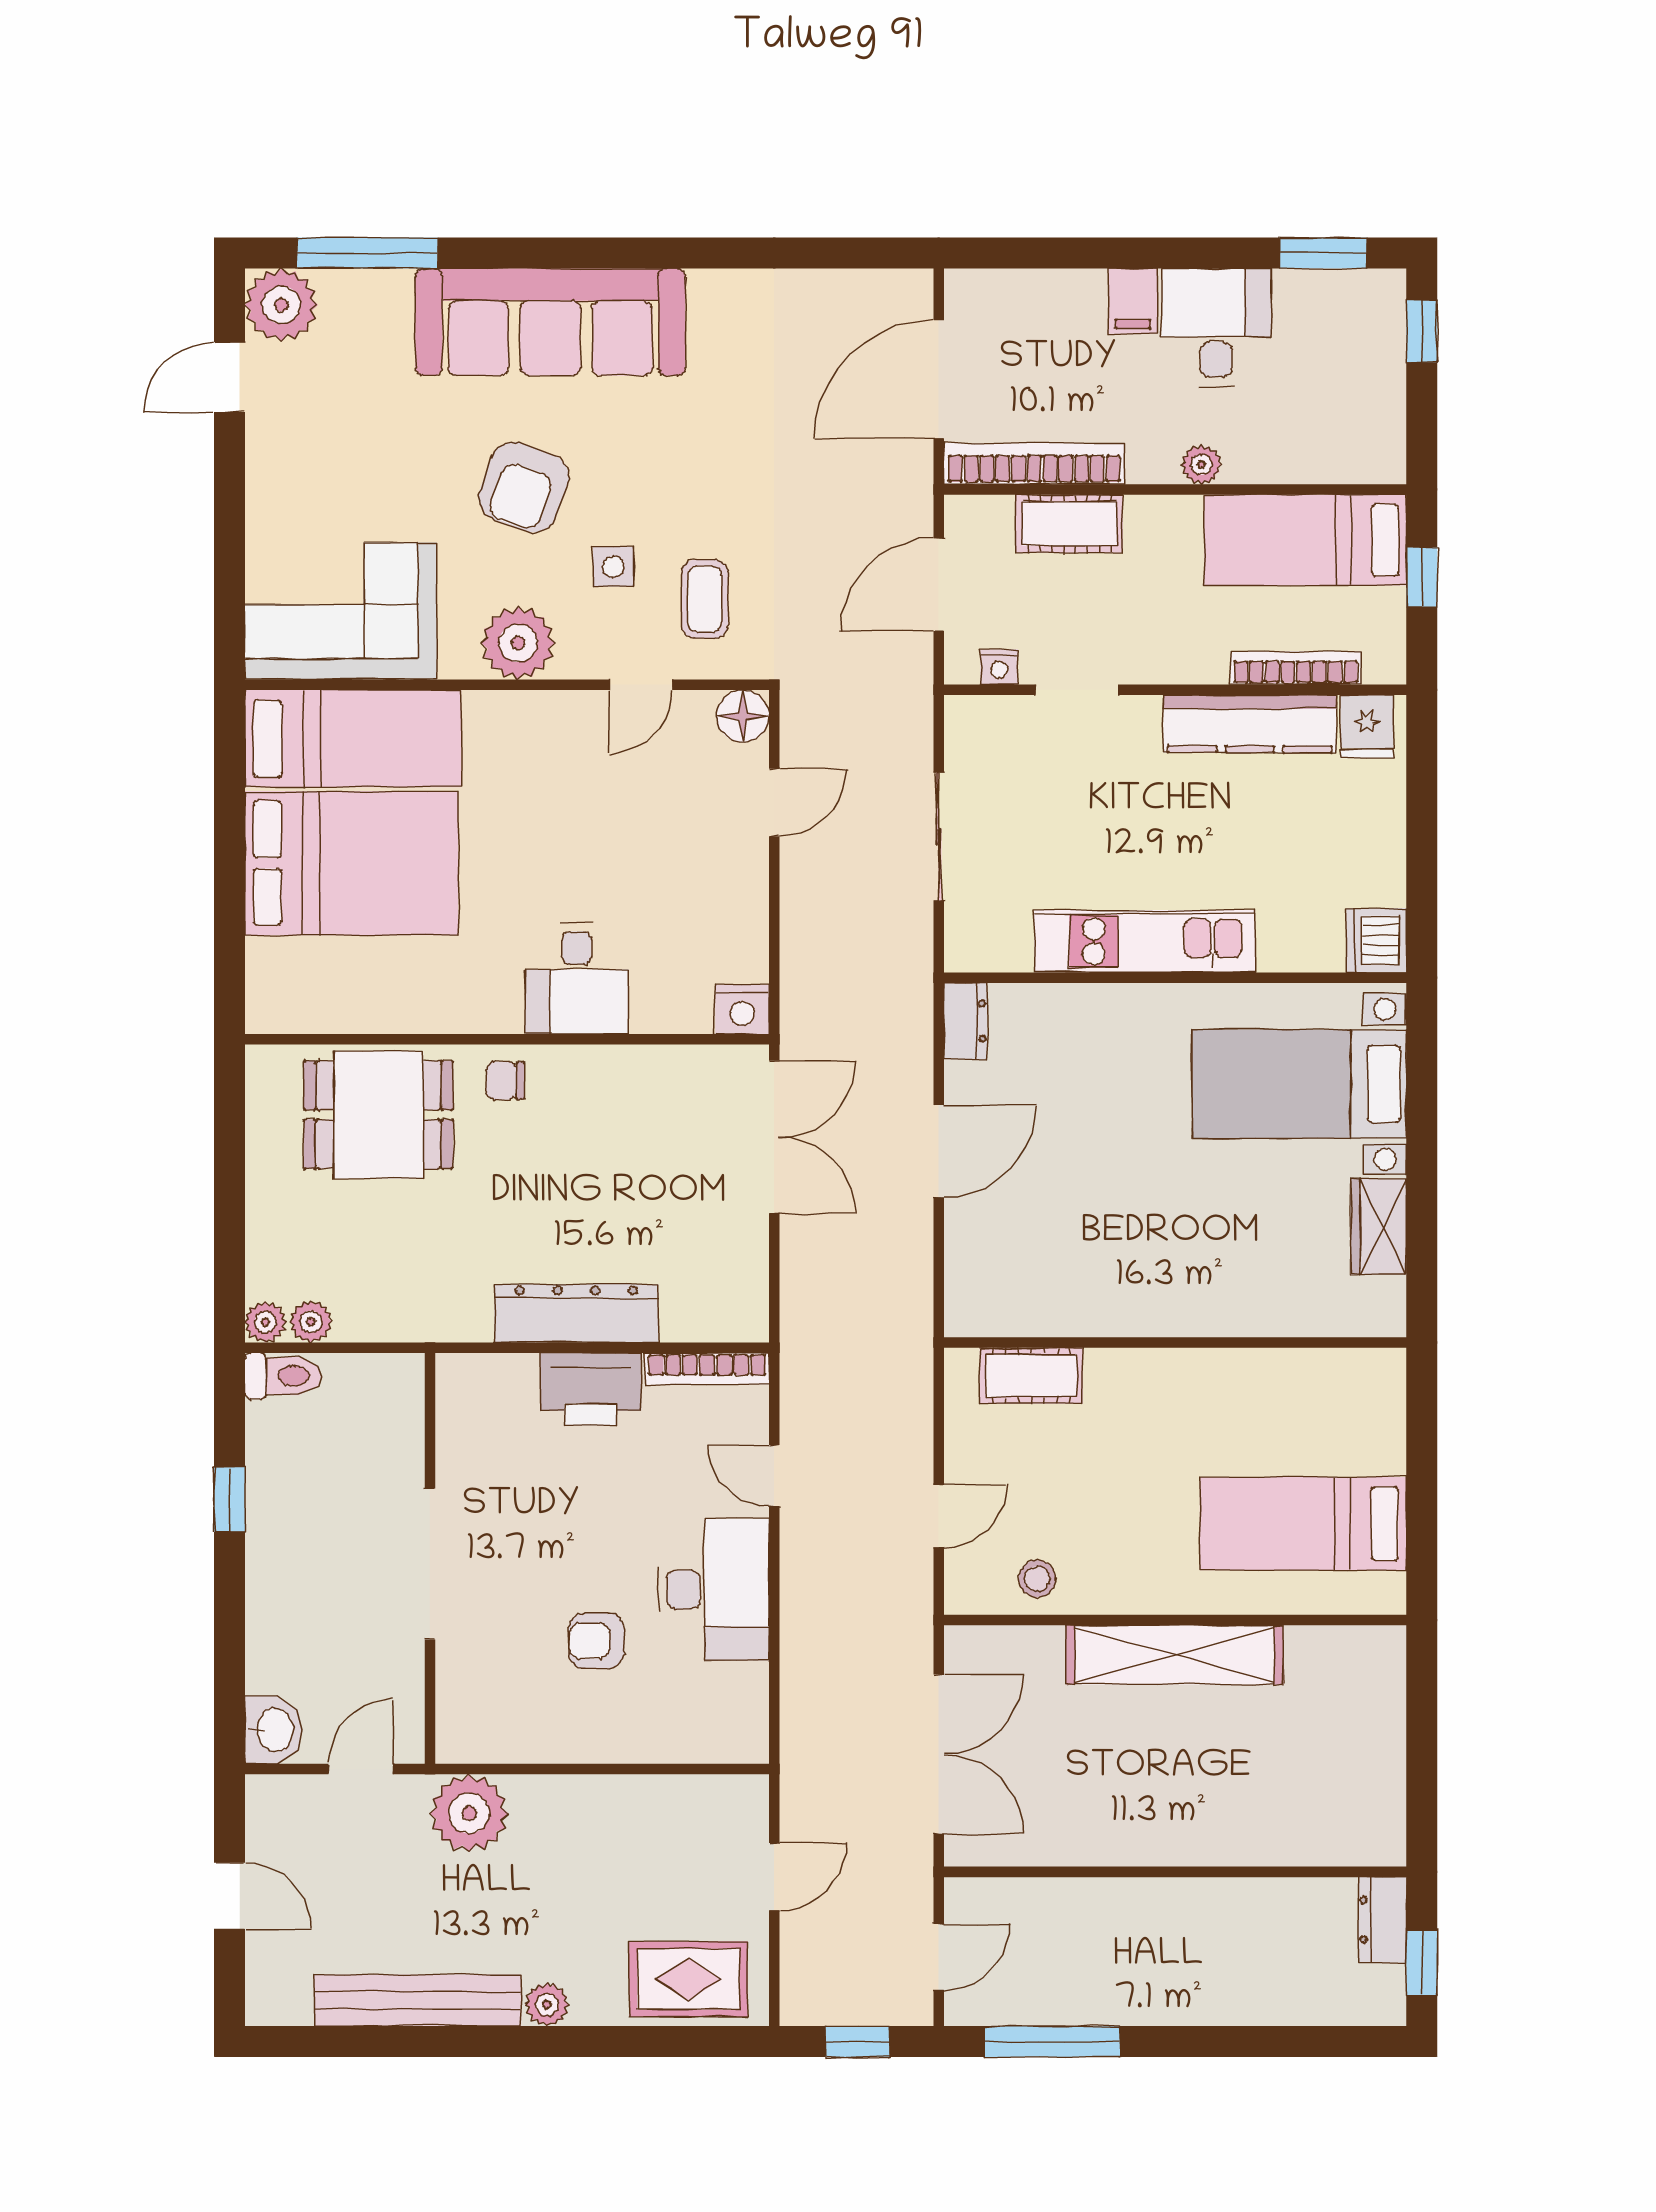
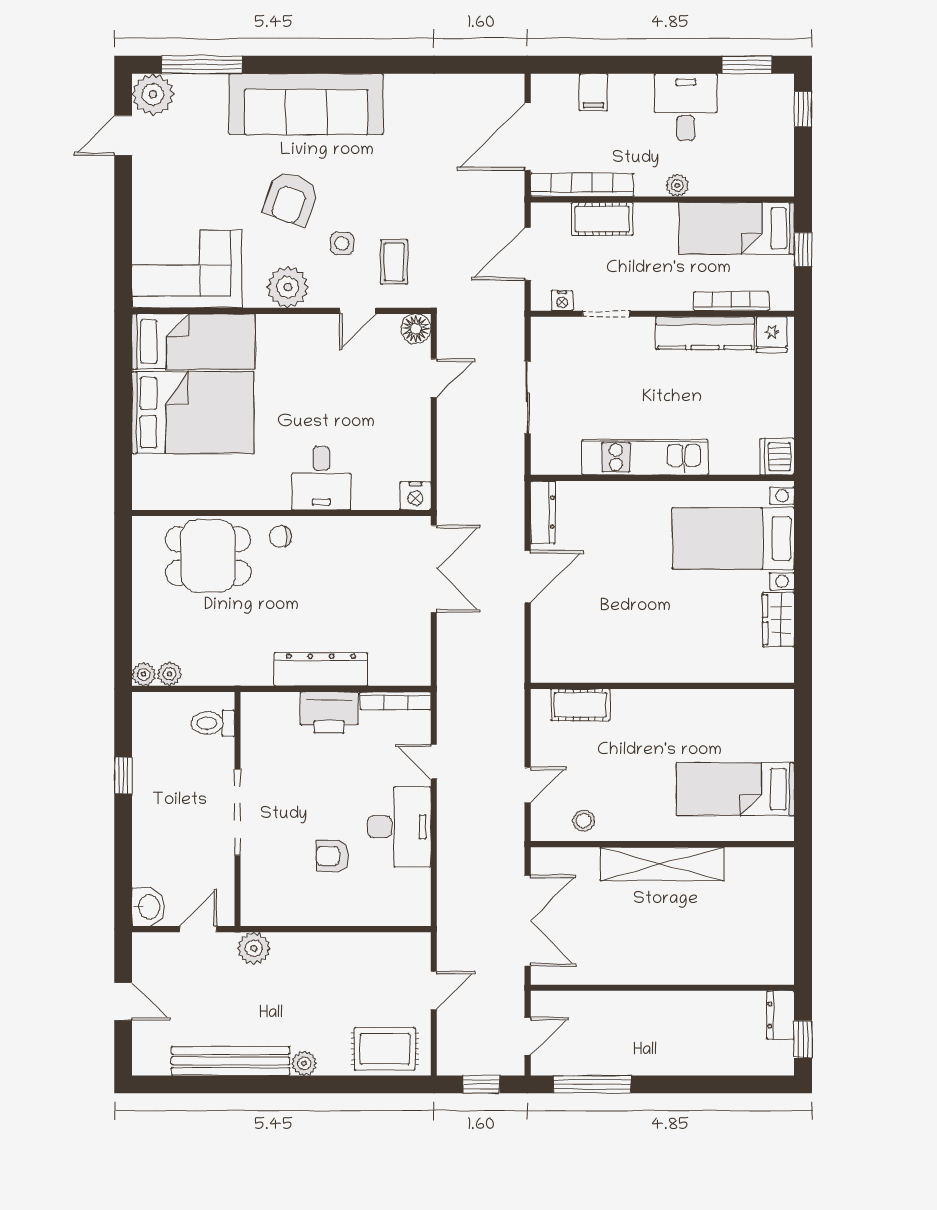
filing cabinet: (1133, 301) -> (593, 92), moved
dresser: (965, 1021) -> (543, 512), width x1.44
toilet: (283, 1376) -> (213, 723), moved, turned 180
plant: (469, 1813) -> (254, 948), width x0.73, depth x0.73

